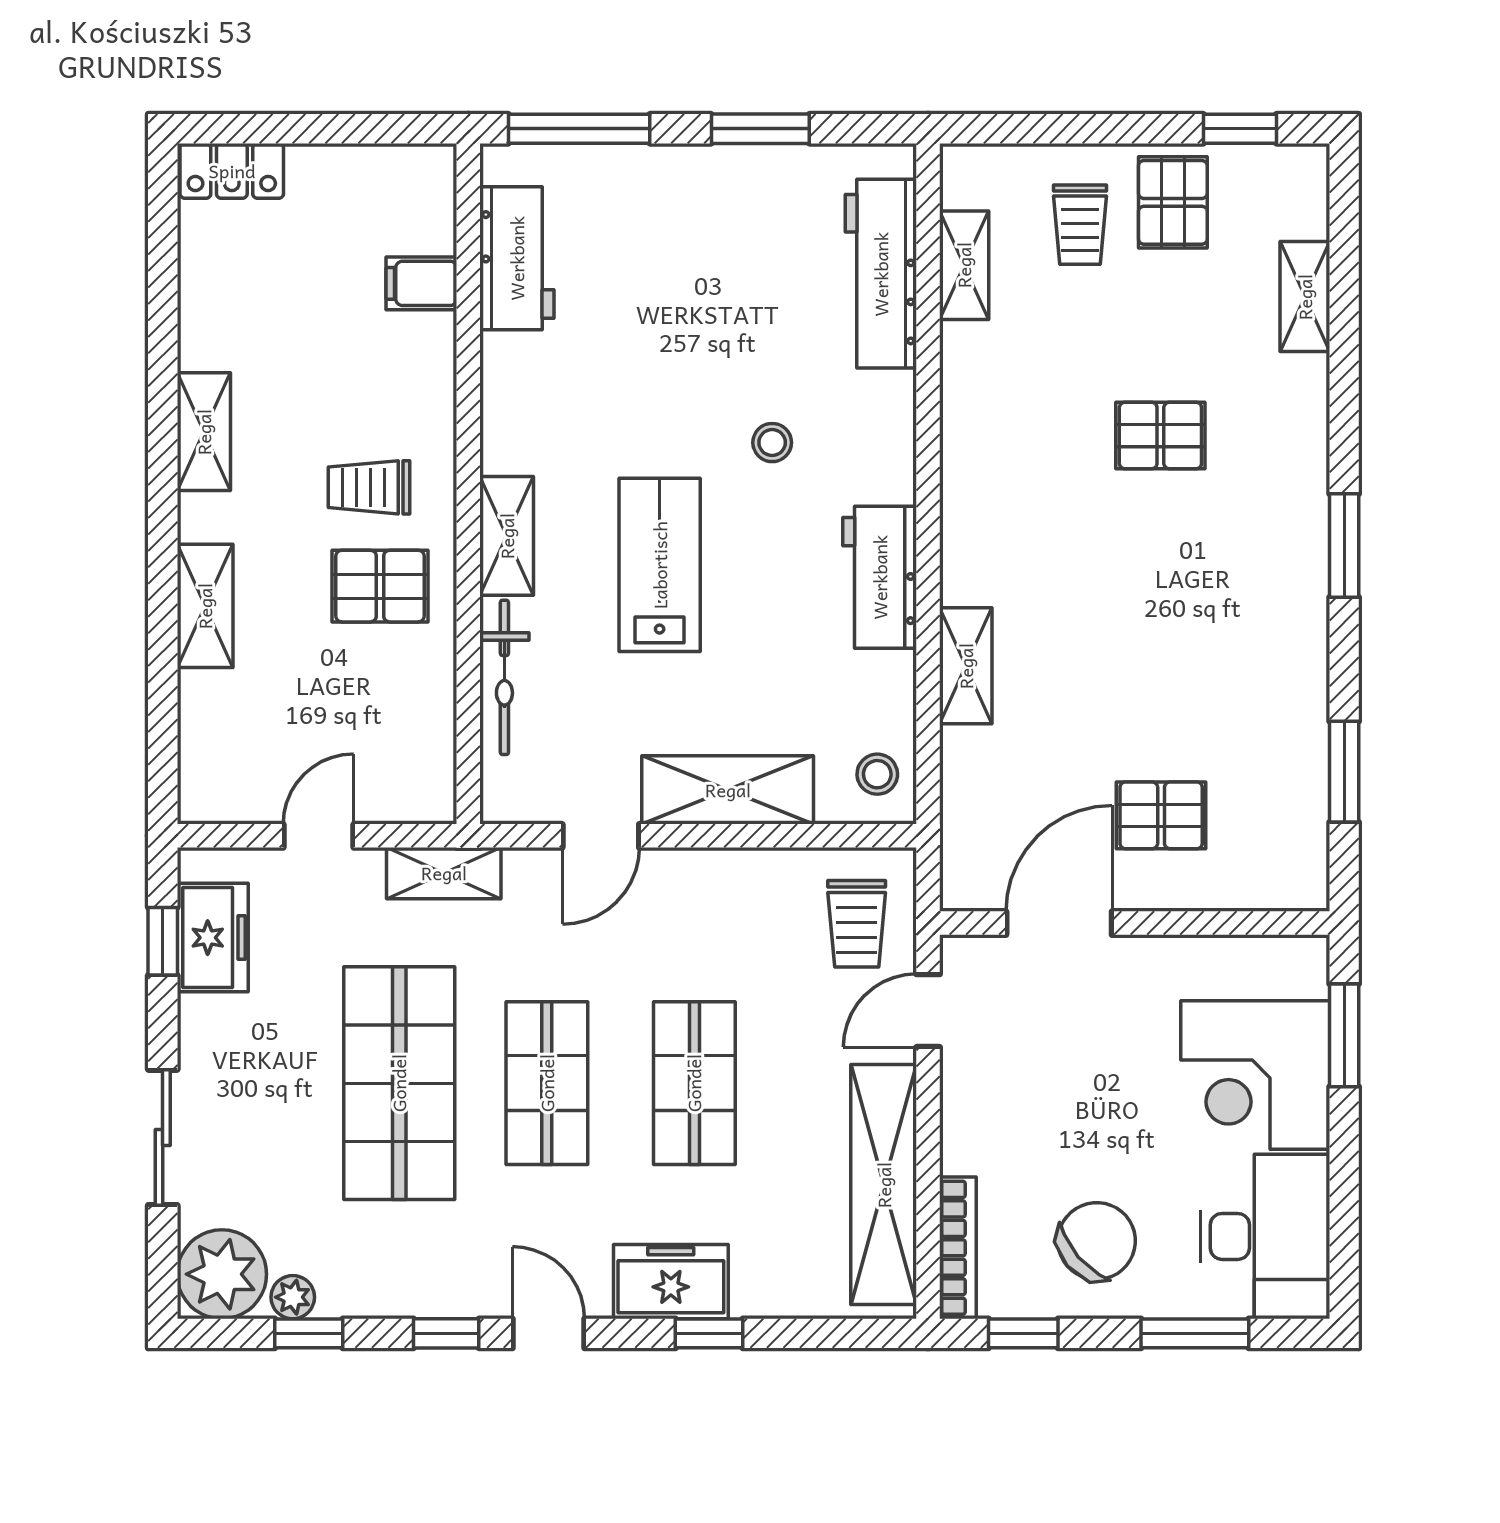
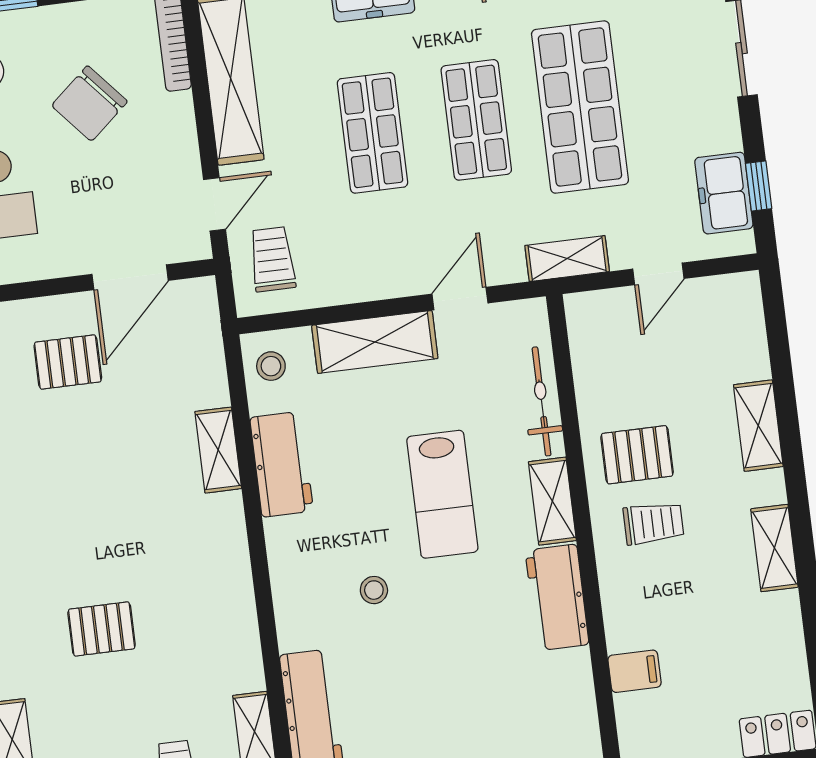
workbench: (517, 258) -> (557, 597), moved
workbench: (880, 577) -> (282, 464), moved
chair: (1097, 1241) -> (89, 104), moved

